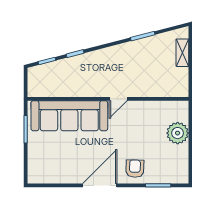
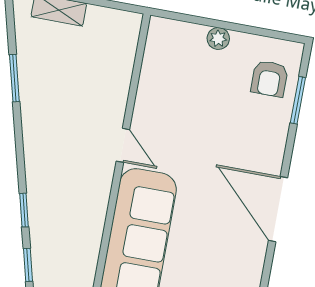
plant: (178, 133) -> (218, 38), width x0.53, depth x0.53
armchair: (135, 169) -> (269, 79), moved, turned -92

